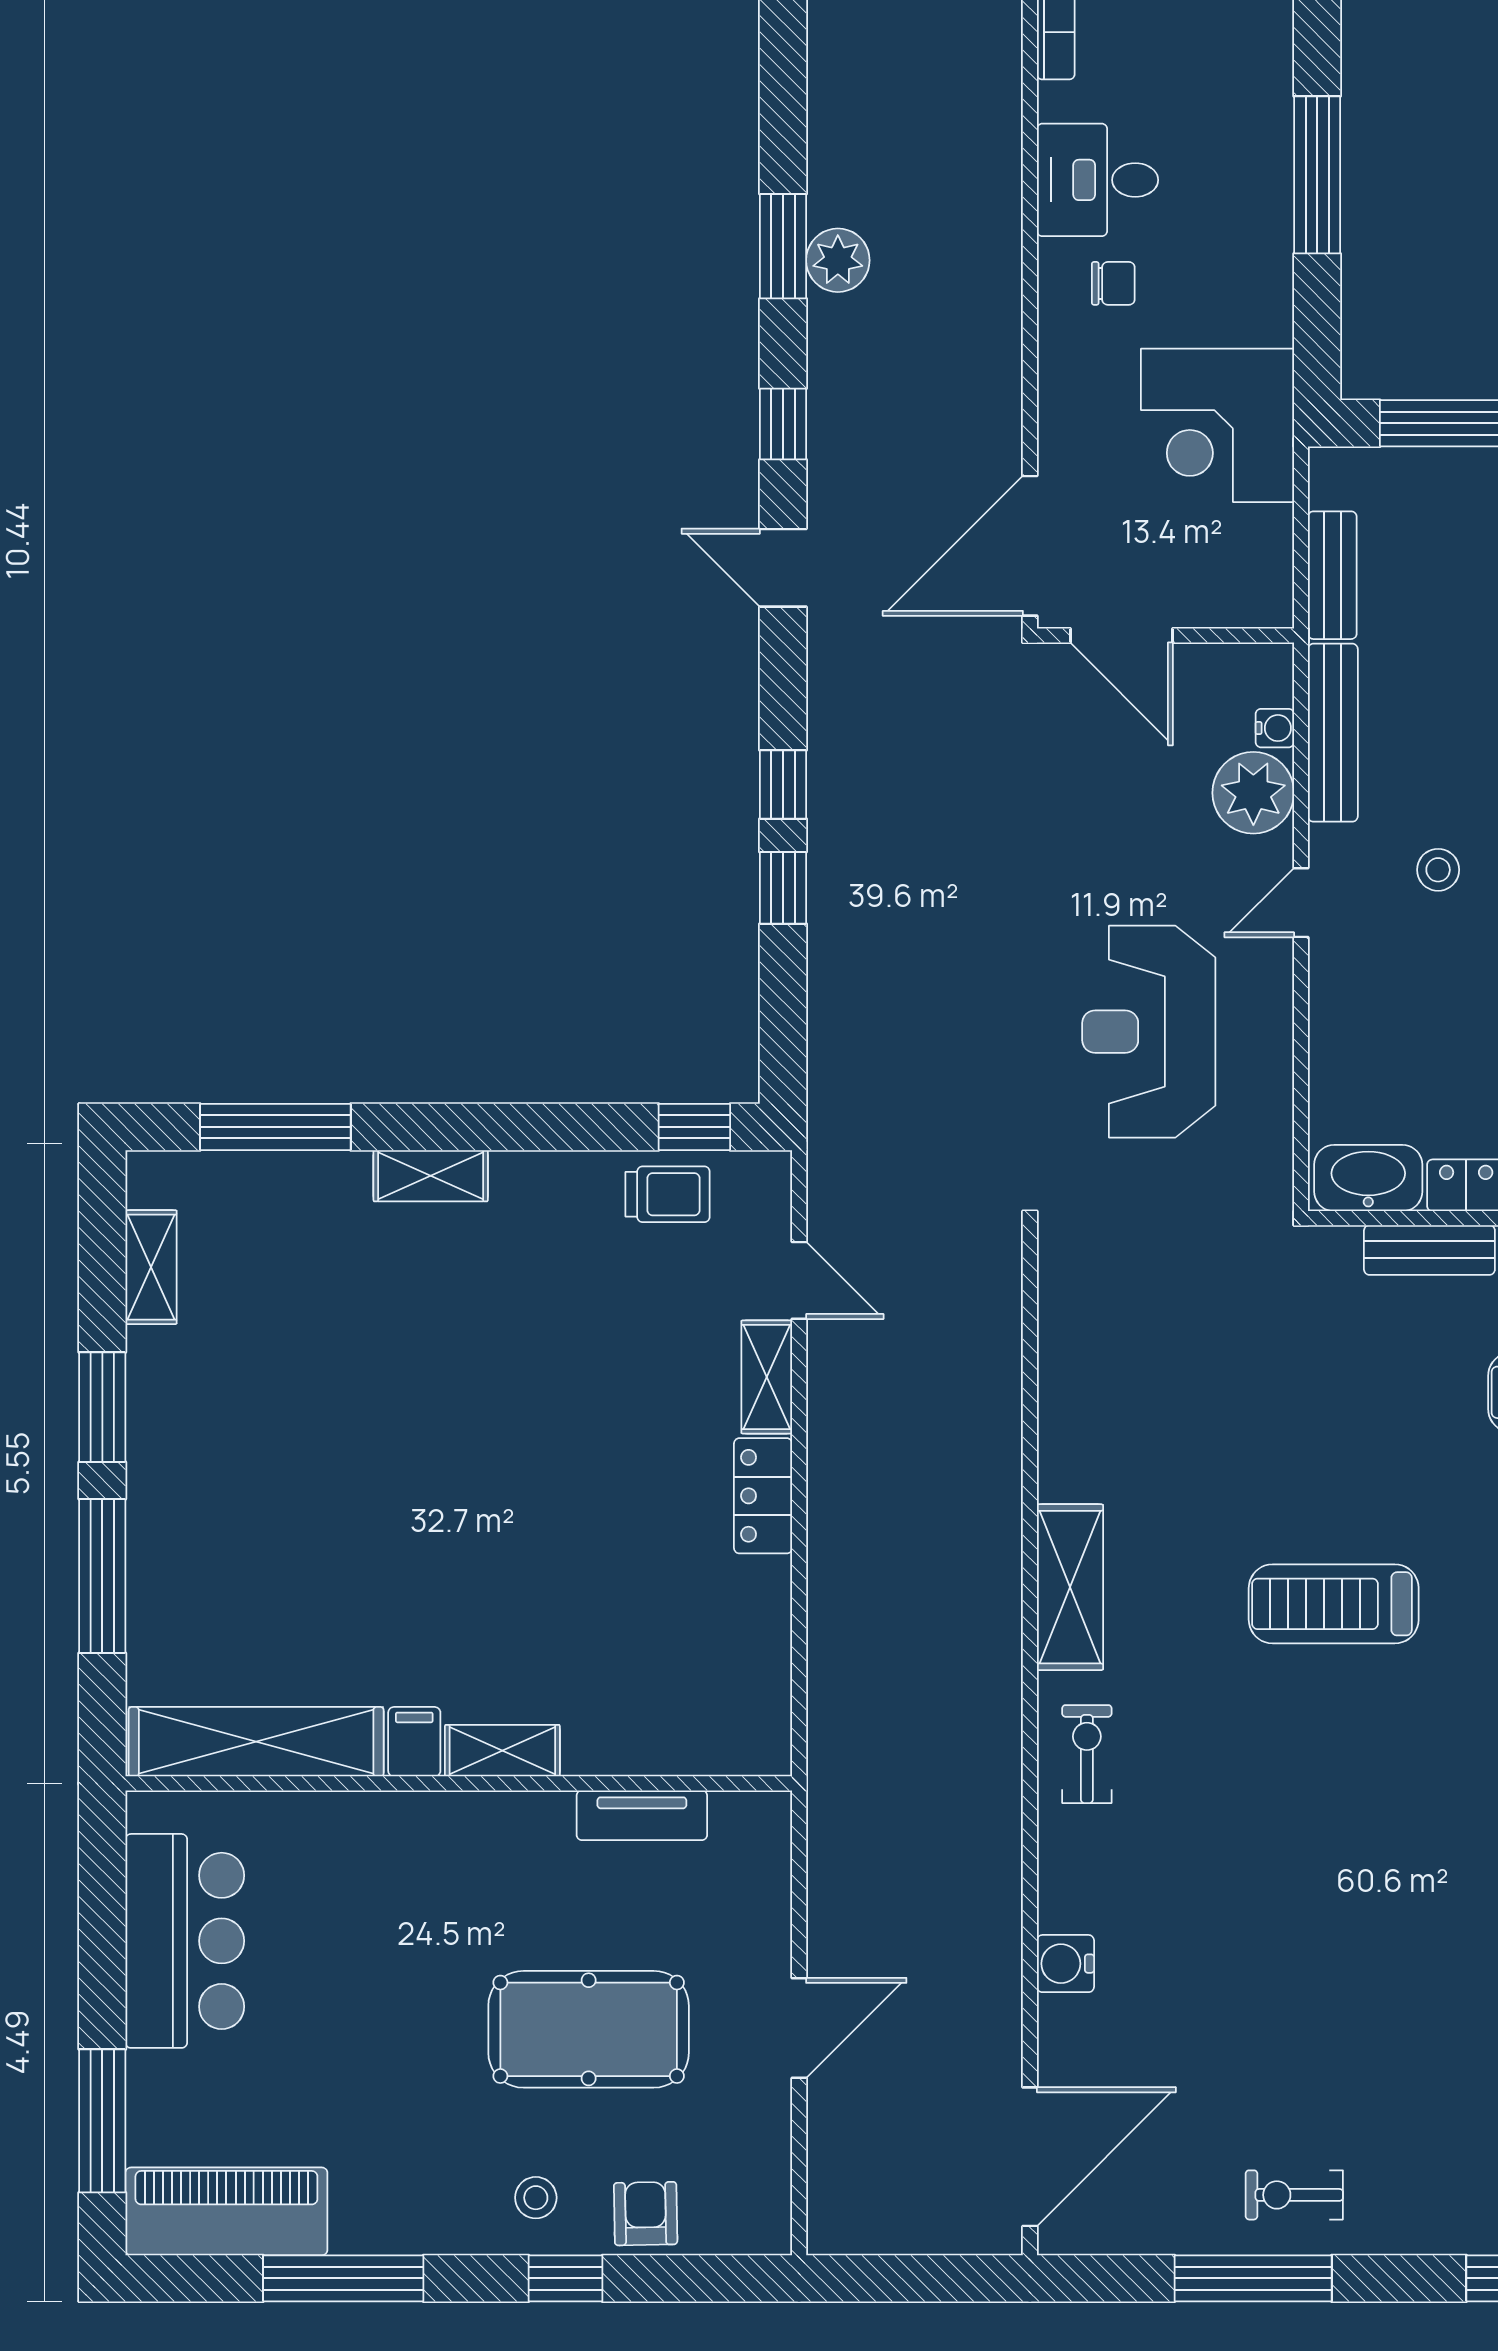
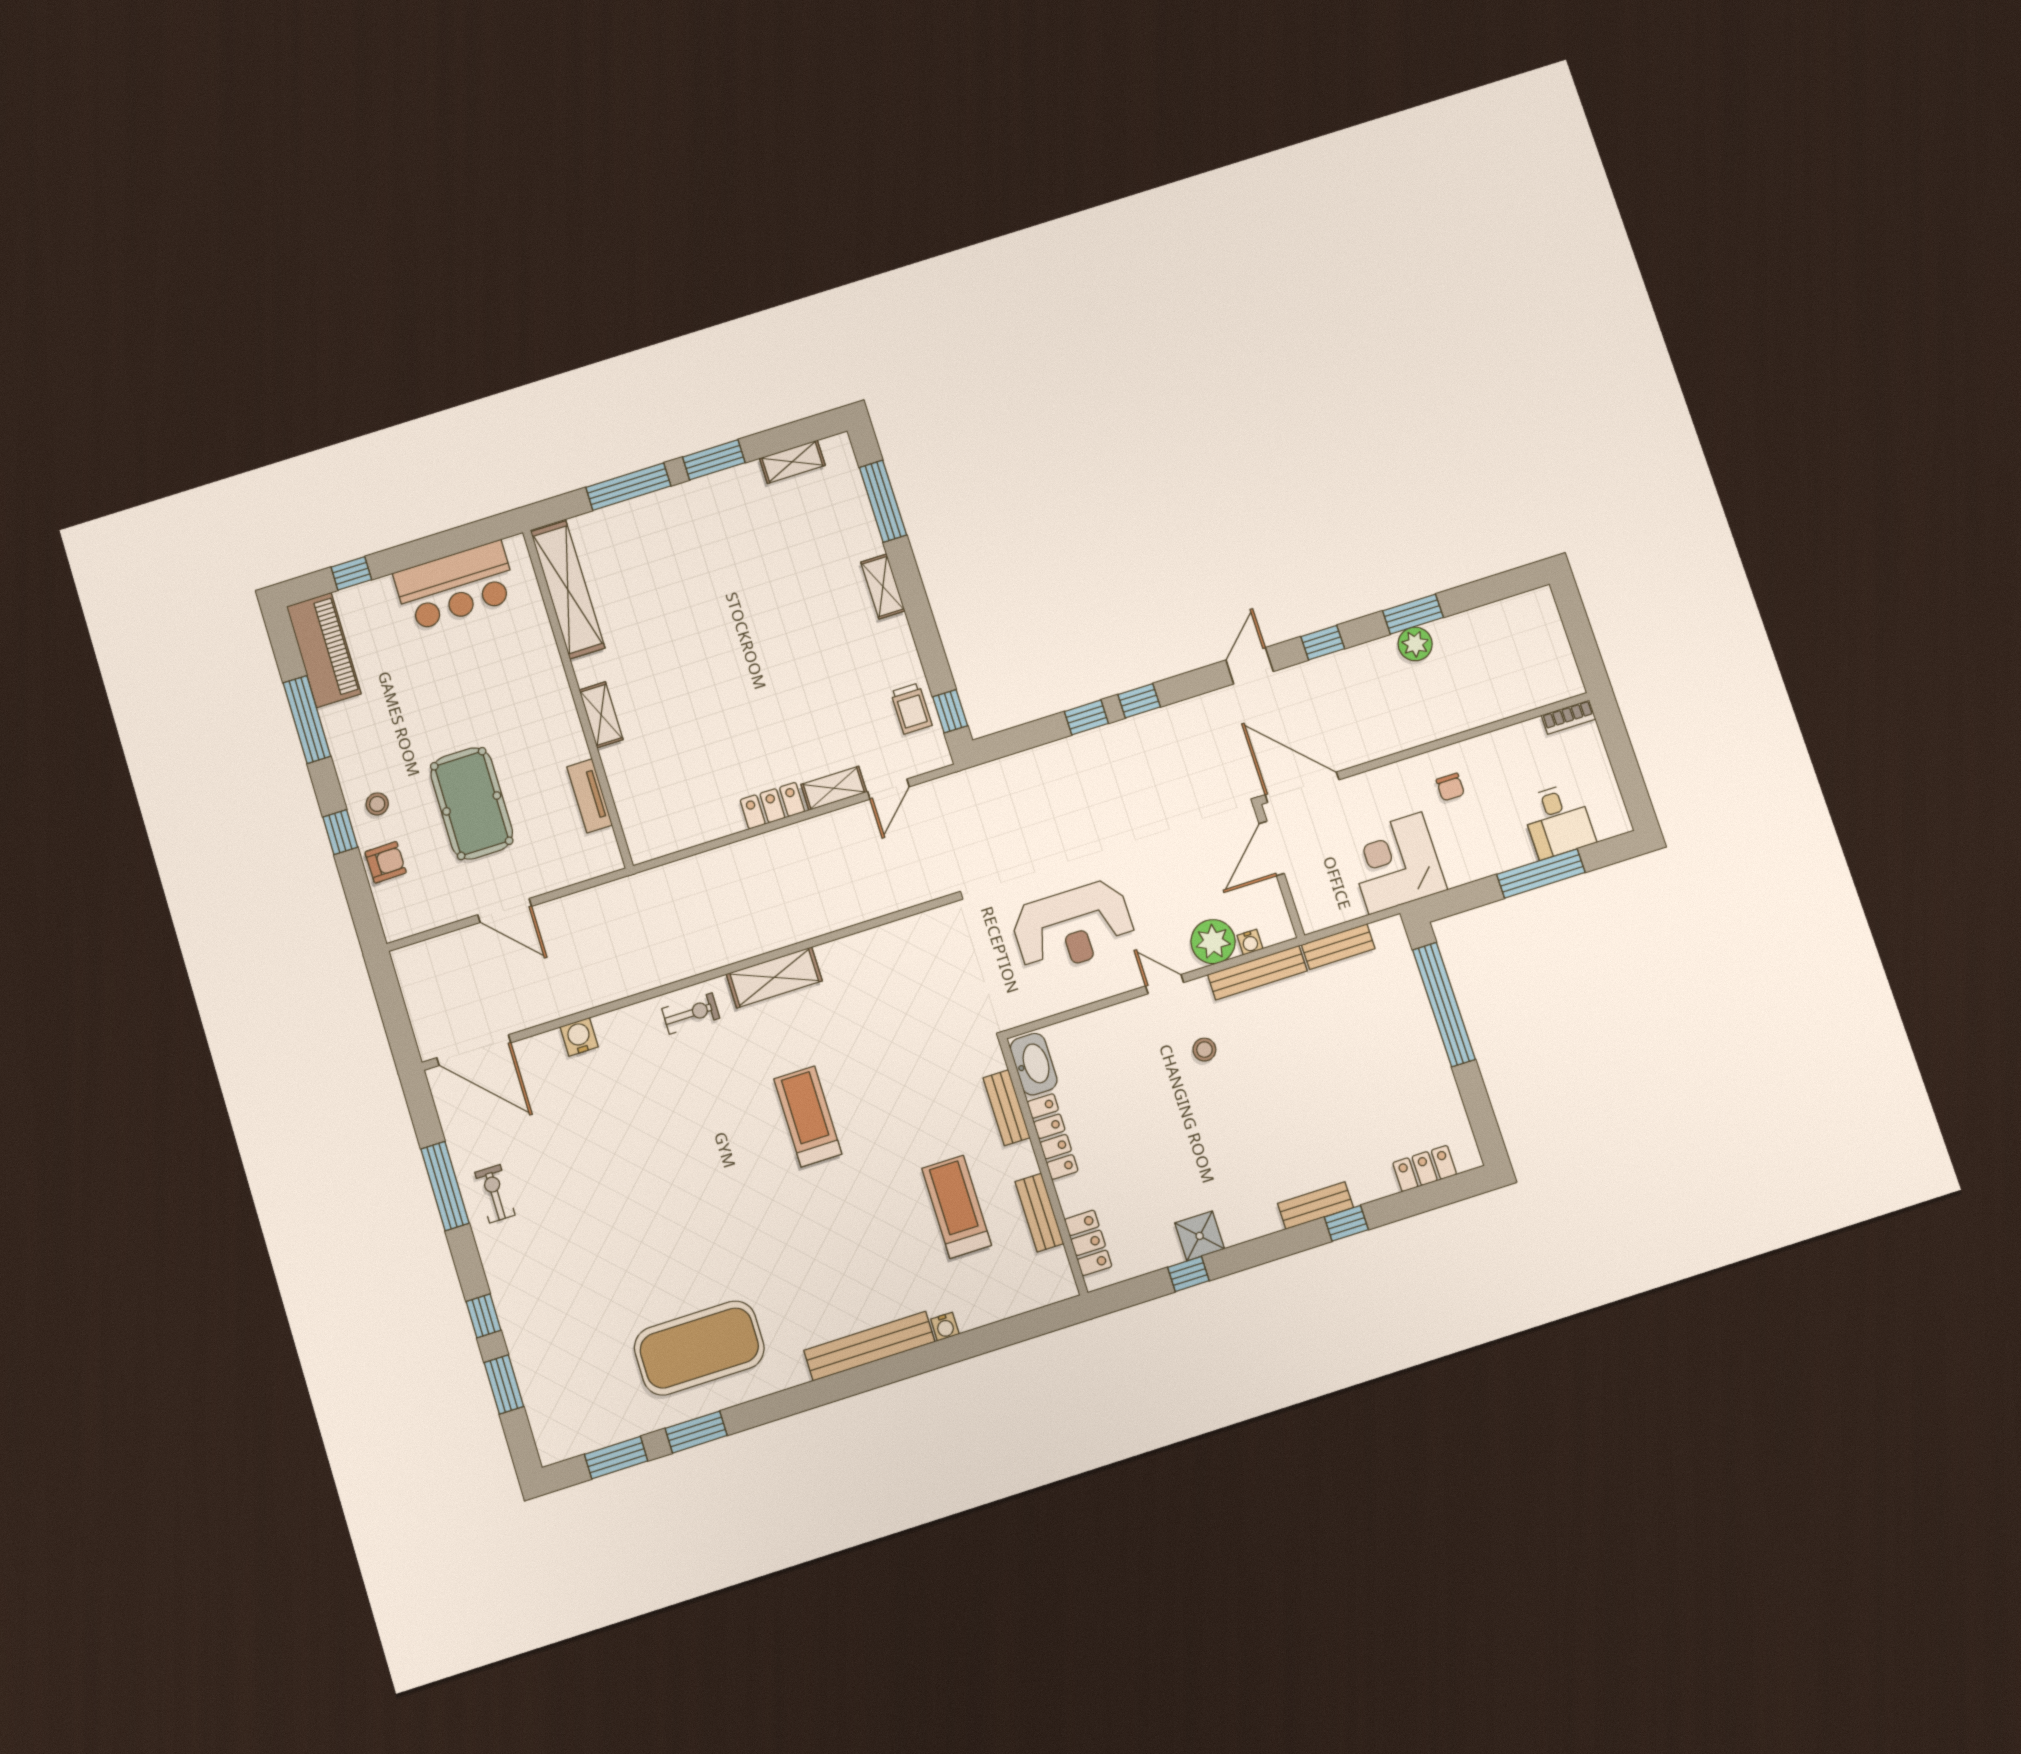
desk: (1097, 180) -> (1558, 821), moved, turned 180
reception desk: (1149, 1032) -> (1073, 927), turned 180
filing cabinet: (414, 1742) -> (592, 669), removed
window: (102, 2121) -> (351, 573), width x0.46

